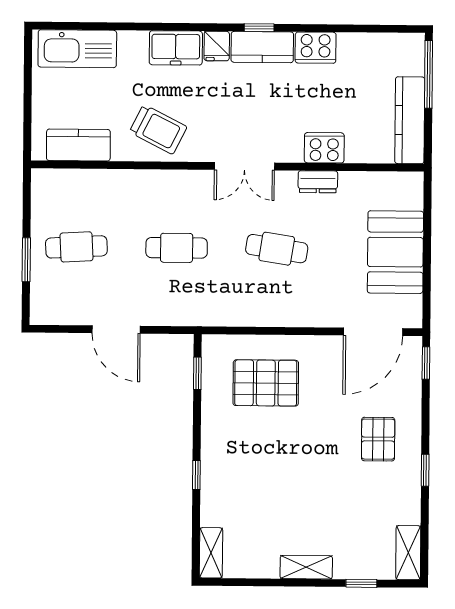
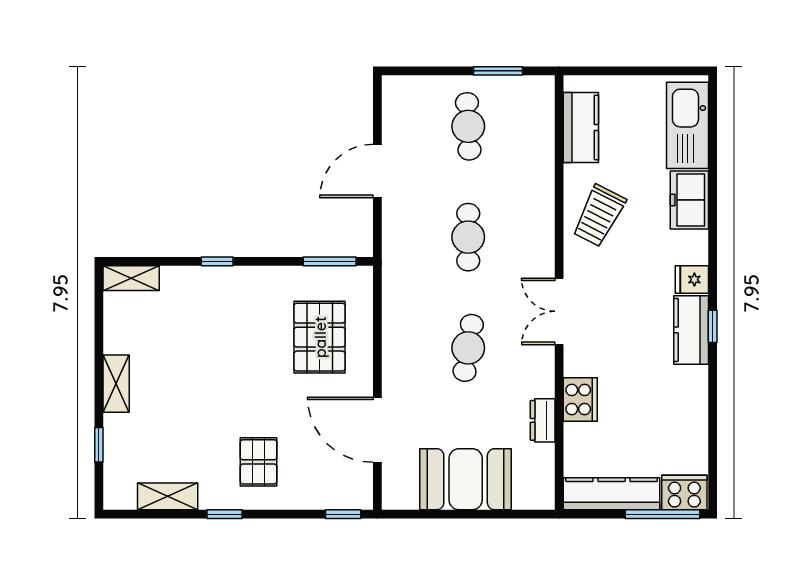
freezer: (176, 48) -> (689, 200), moved
cooker: (316, 48) -> (684, 493), moved, turned 90
dresser: (318, 182) -> (543, 420), moved
window: (26, 260) -> (498, 71), moved
door: (373, 332) -> (377, 430), moved
window: (197, 373) -> (330, 261), width x1.50
pallet: (378, 439) -> (259, 462), turned 90
shelving: (408, 553) -> (168, 496), moved

